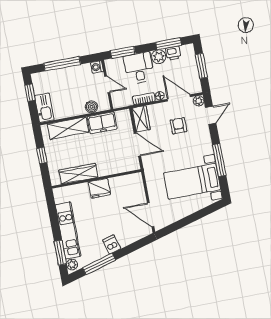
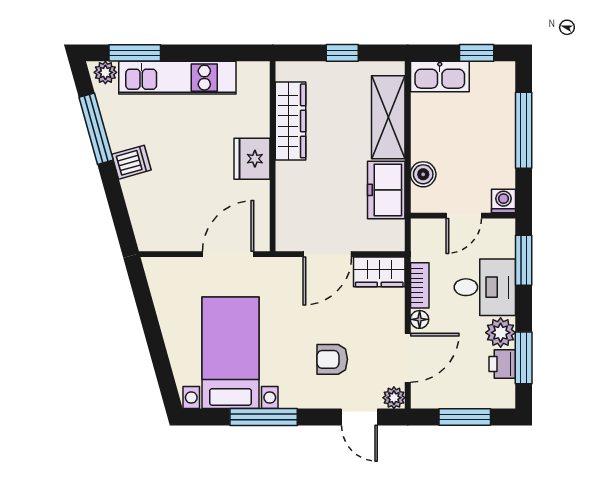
armchair: (179, 126) -> (332, 359), moved, turned 180
door: (151, 215) -> (228, 254), moved

